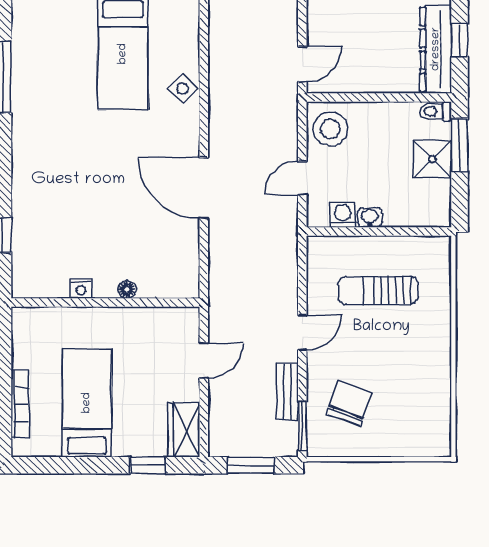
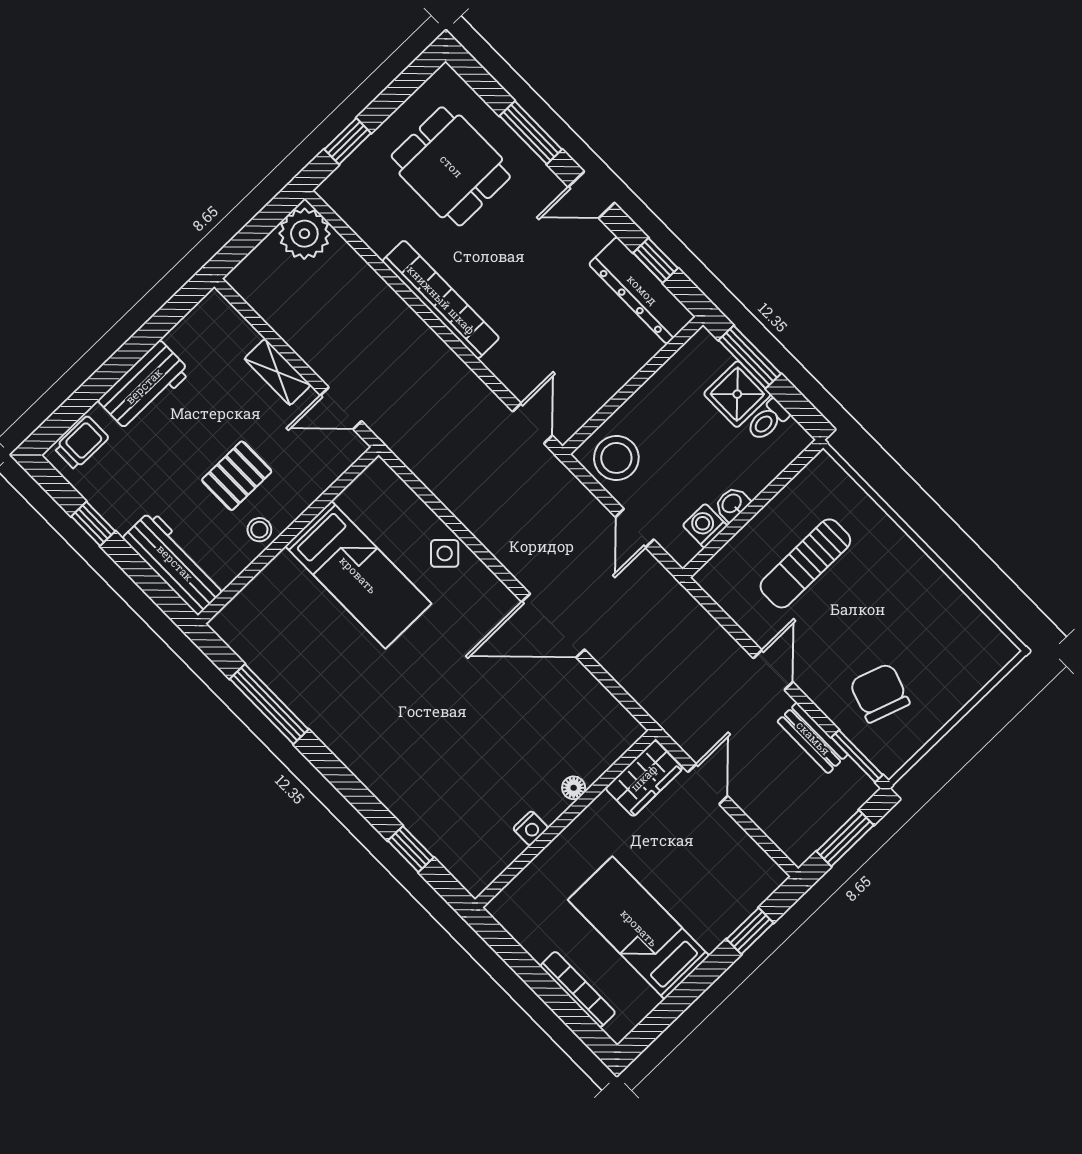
toilet: (435, 111) -> (768, 420), moved
wardrobe: (184, 430) -> (644, 778), moved, turned -90

